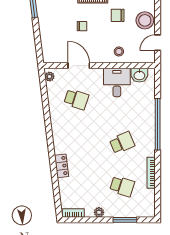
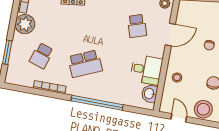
school desk: (76, 99) -> (137, 26), turned -36
school desk: (122, 143) -> (85, 64), width x1.85
plant: (99, 212) -> (25, 24), width x1.87, depth x1.87

